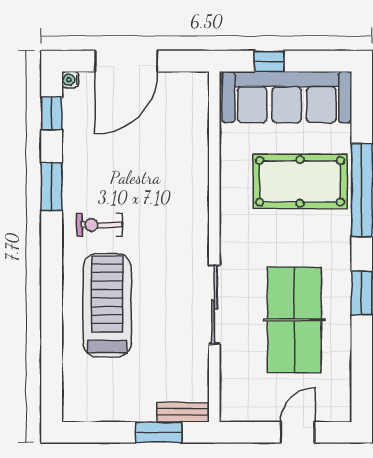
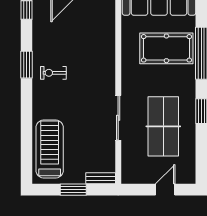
window: (52, 187) -> (27, 65), moved
treadmill: (107, 305) -> (50, 149), moved
window: (159, 432) -> (73, 190), moved

